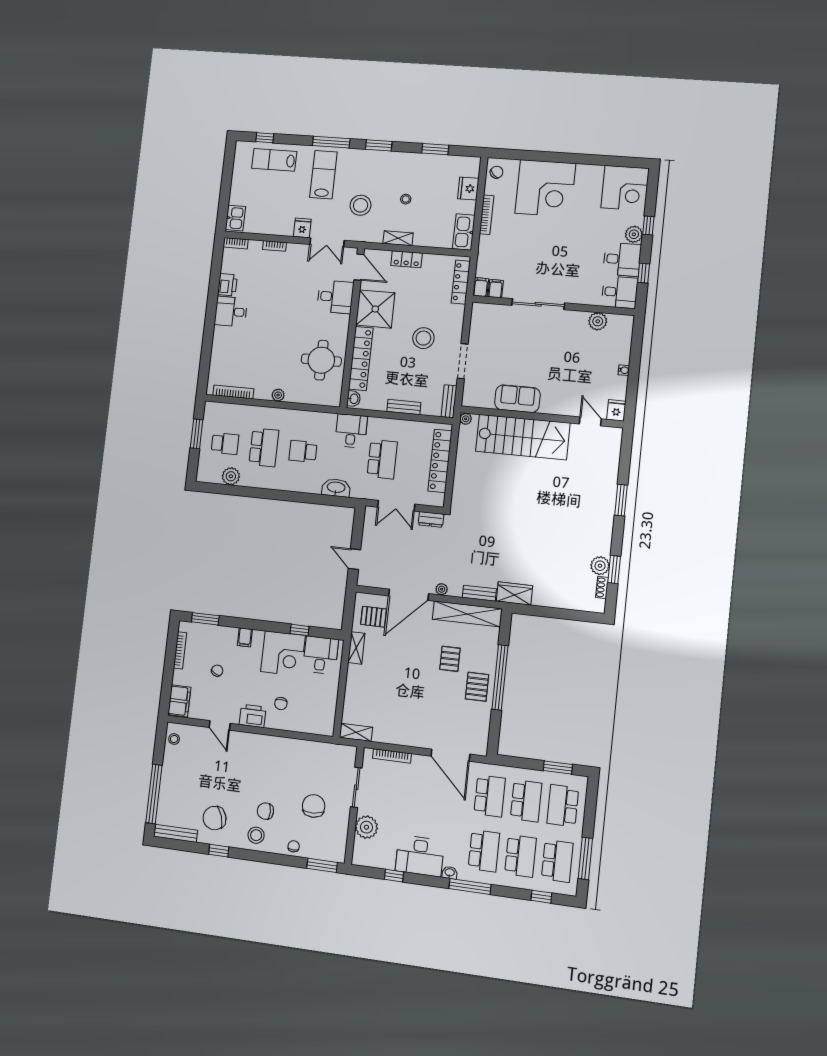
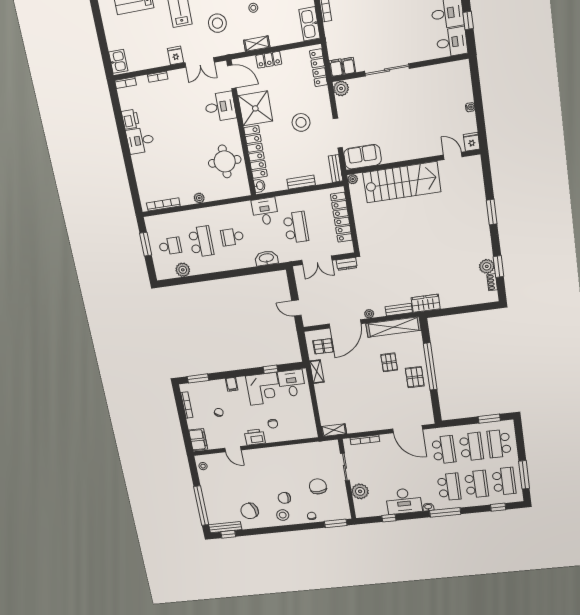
plant: (598, 321) -> (341, 88), moved
sofa: (517, 399) -> (363, 157), moved
window: (219, 851) -> (228, 534), moved

